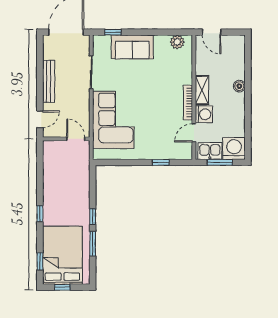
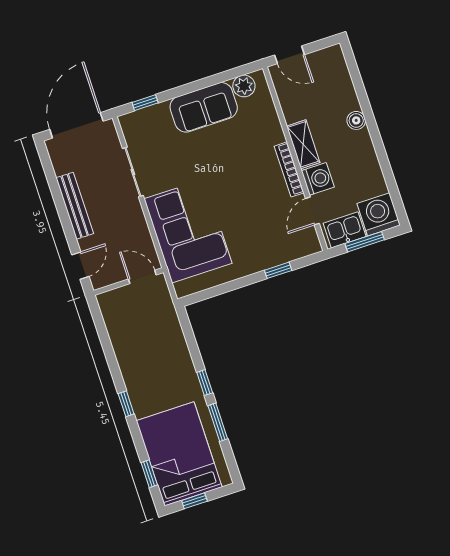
sofa: (132, 47) -> (204, 107), moved

